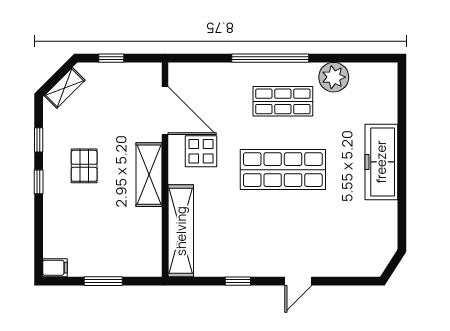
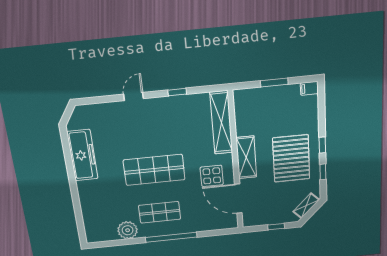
freezer: (381, 162) -> (82, 155), moved
pallet: (84, 166) -> (291, 159), width x2.05, depth x2.00

